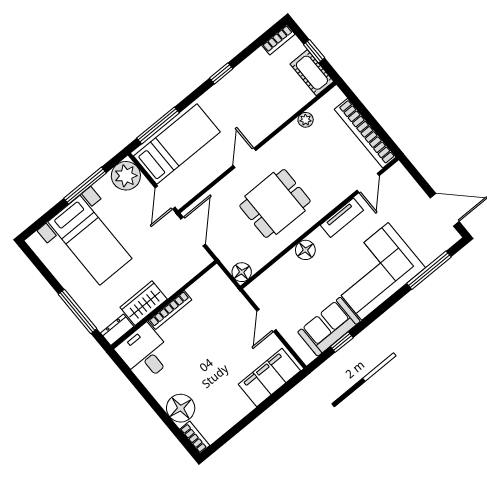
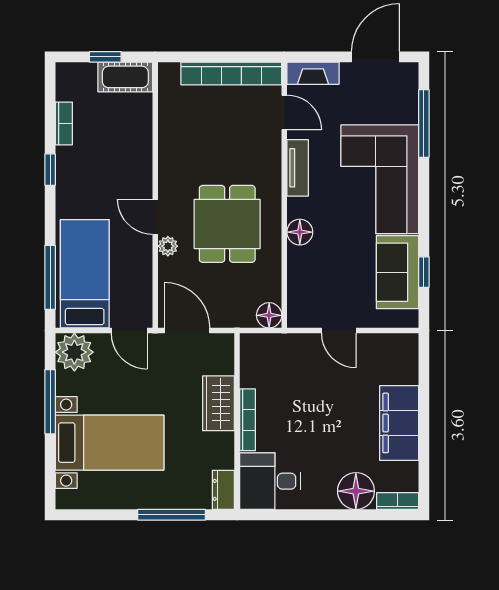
bookcase: (278, 40) -> (64, 123), moved
plant: (306, 120) -> (168, 246), moved
fireplace: (405, 181) -> (313, 73), added
wardrobe: (144, 303) -> (218, 403), moved
filing cabinet: (269, 377) -> (399, 423), moved

